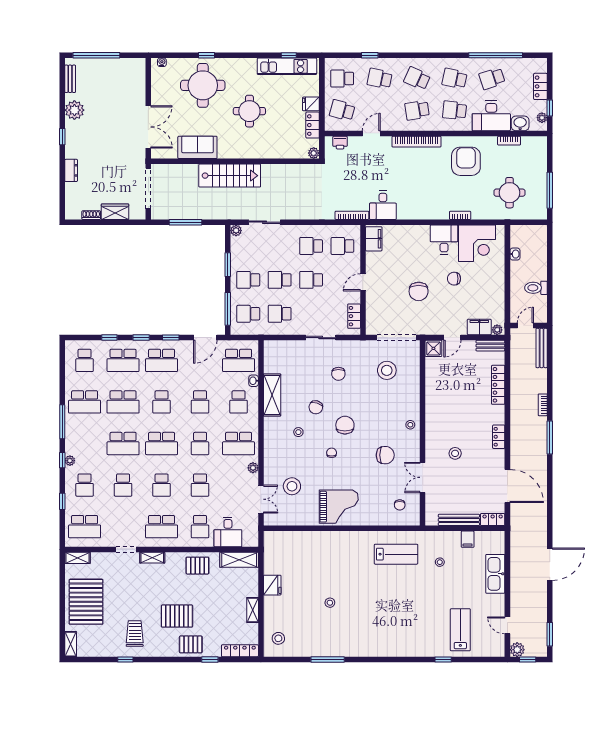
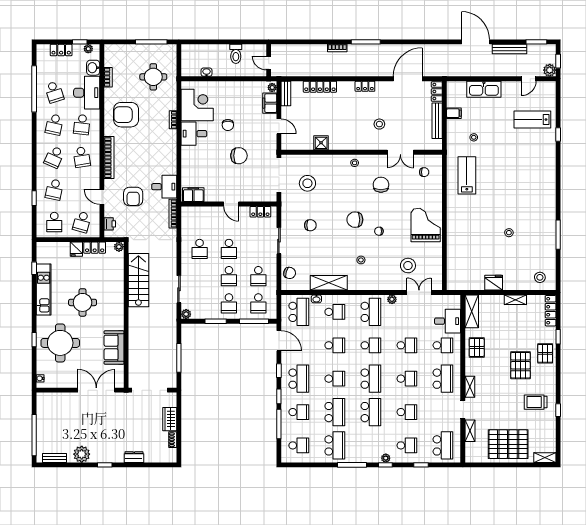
kitchen unit: (287, 66) -> (44, 289), moved
armchair: (371, 169) -> (133, 197), added
stairs: (230, 176) -> (138, 280), moved
school desk: (342, 246) -> (200, 222), removed
window: (109, 338) -> (279, 424), width x2.17
shower: (433, 348) -> (321, 143), moved
bench: (542, 348) -> (510, 49), moved
school desk: (123, 360) -> (299, 412), width x0.54
chair: (316, 407) -> (290, 273), moved
shelving: (77, 558) -> (470, 431), moved

